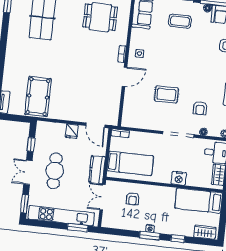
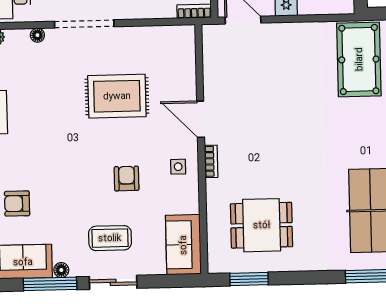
door: (125, 77) -> (201, 119), hinge flipped
rug: (166, 94) -> (117, 96), width x1.36, depth x1.43
armchair: (200, 108) -> (127, 179), moved

